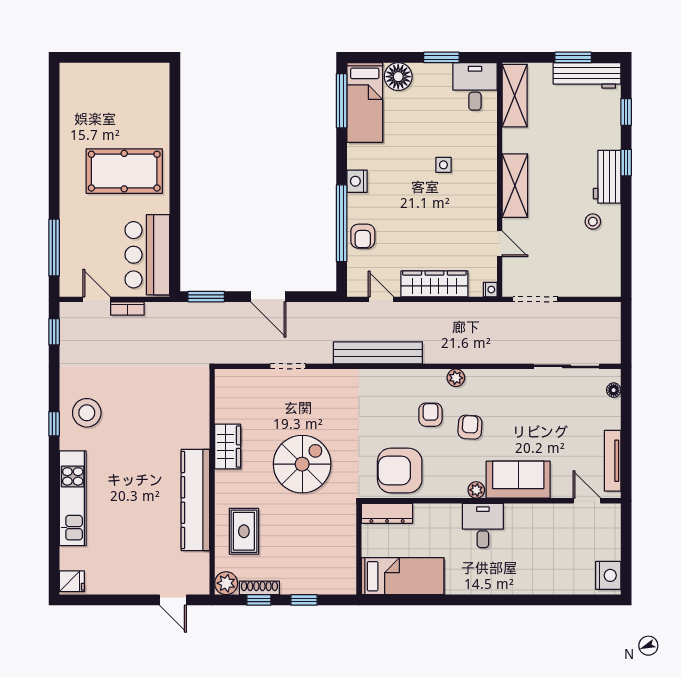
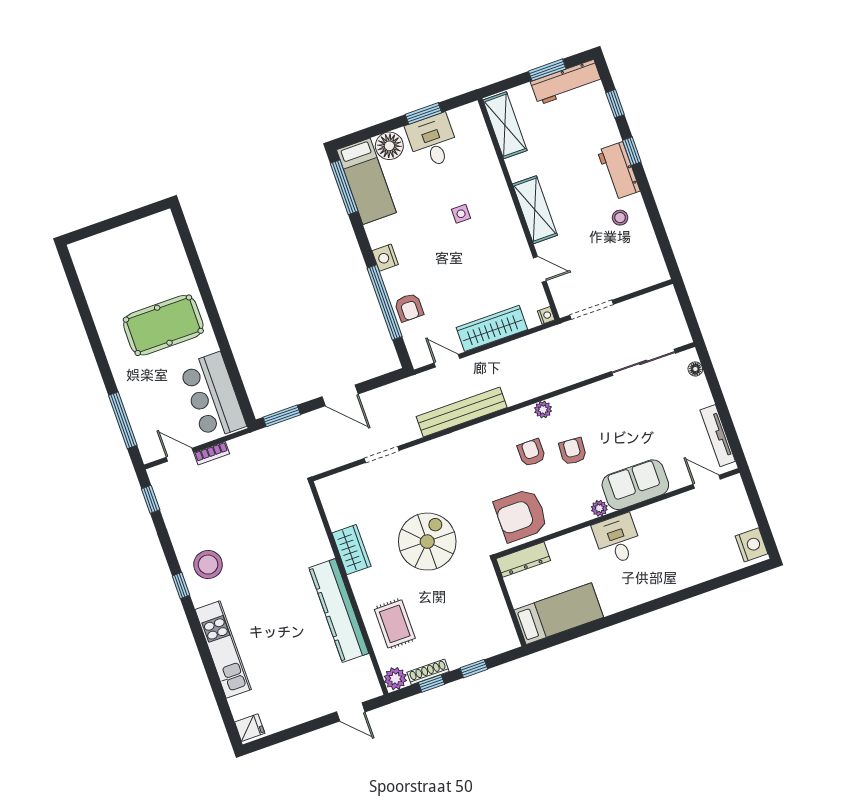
desk: (475, 86) -> (433, 141), moved

